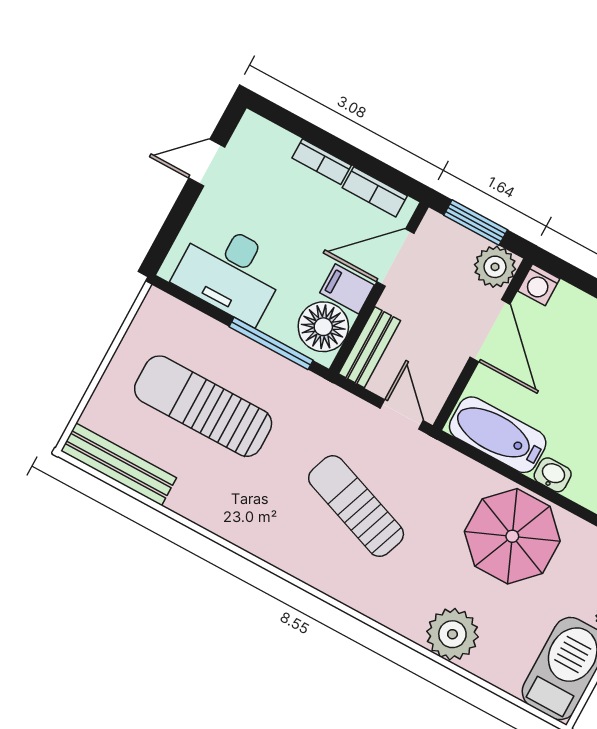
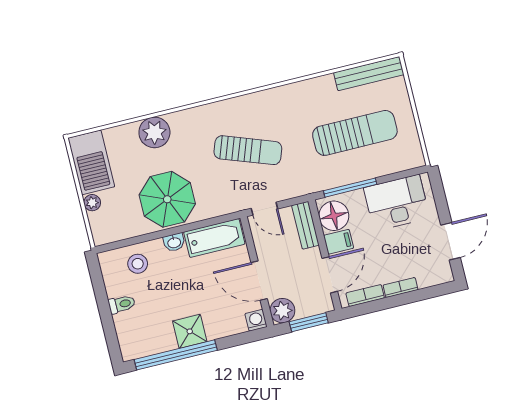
door: (207, 163) -> (450, 241), width x1.37

